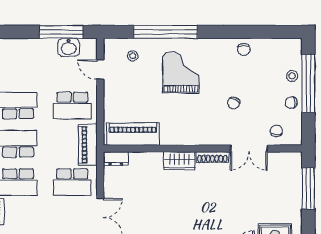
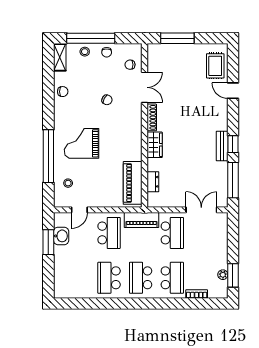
window: (61, 32) -> (48, 242), width x0.69
shelving: (285, 46) -> (60, 57), added
dresser: (116, 159) -> (153, 182), moved

